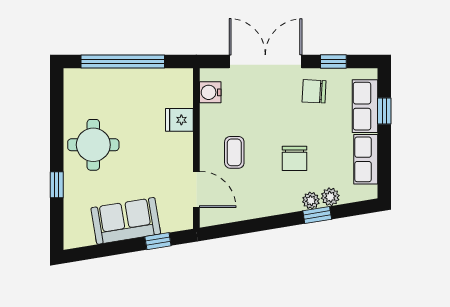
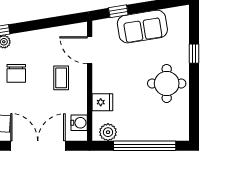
double door: (265, 62) -> (38, 146), swing flipped
plant: (172, 80) -> (108, 132), added
chair: (294, 158) -> (16, 73), turned 180

